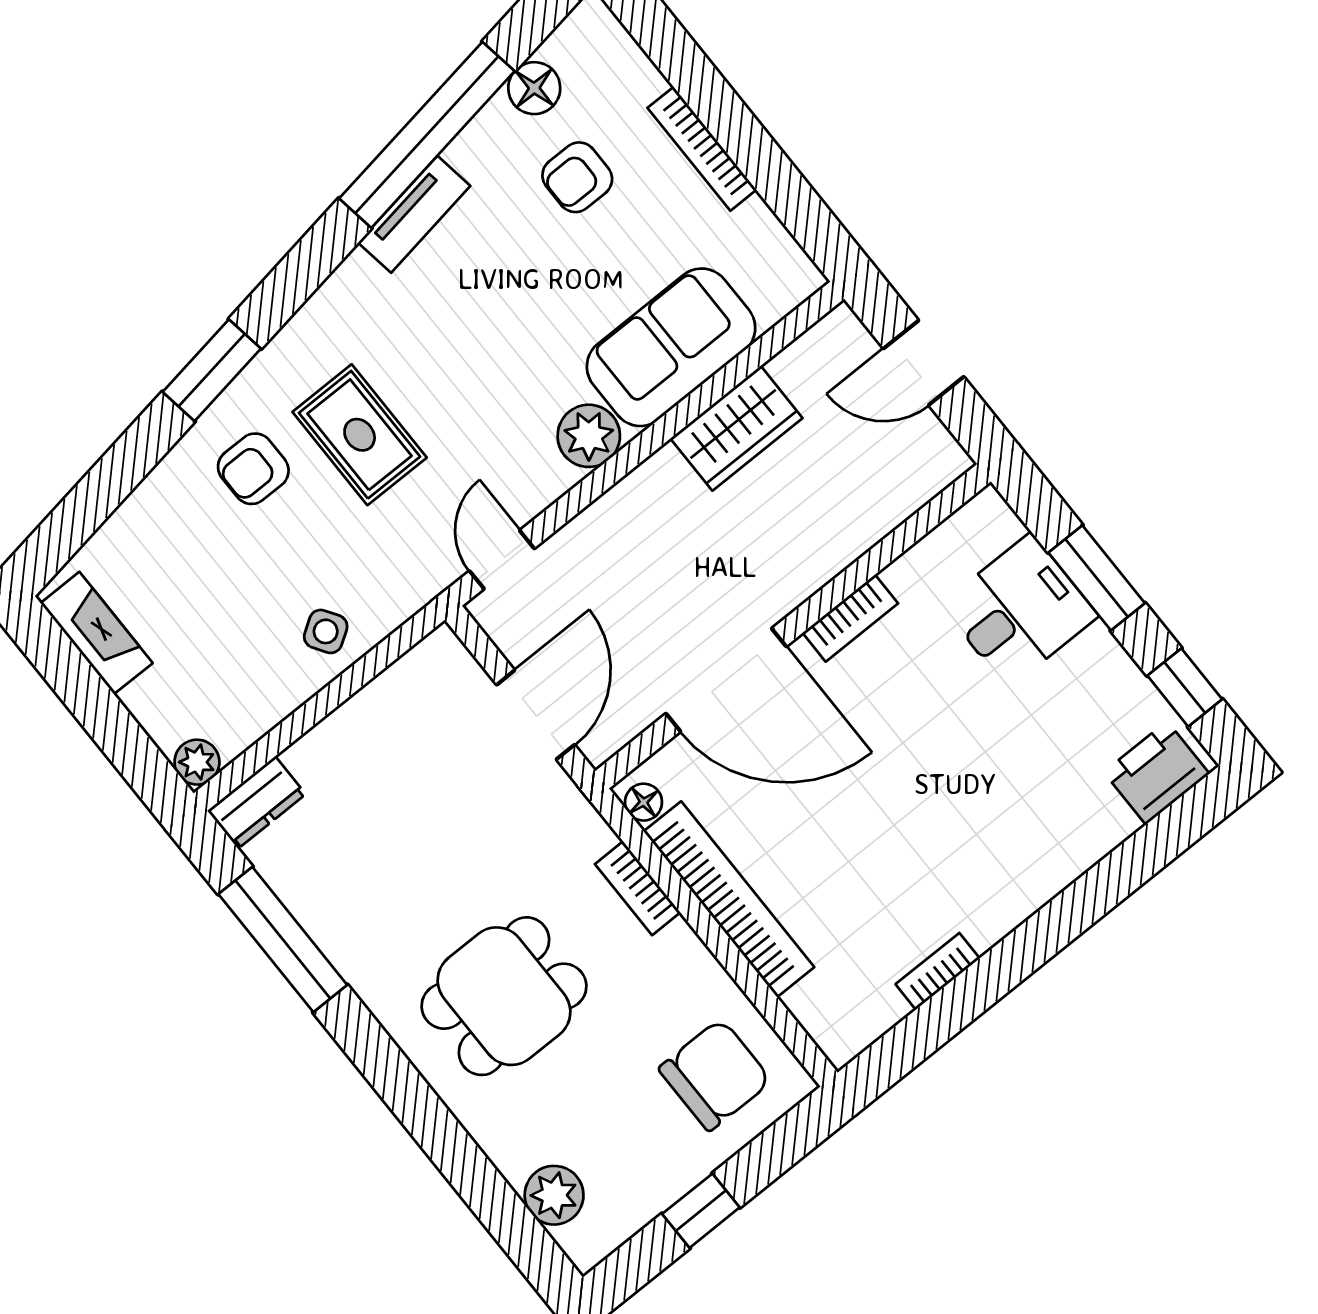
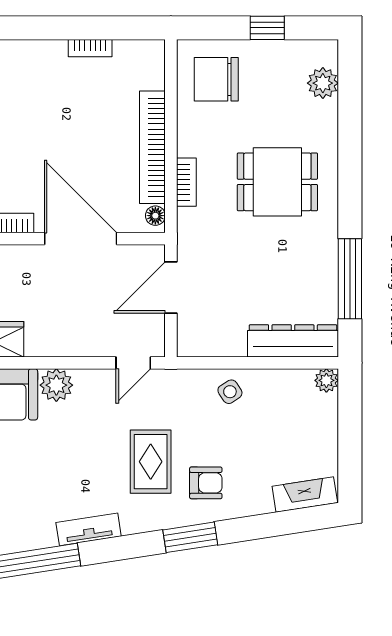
tv unit: (414, 214) -> (89, 529), moved
fireplace: (97, 633) -> (305, 495), moved, turned 81
dresser: (257, 802) -> (293, 341), width x1.96, depth x1.24

